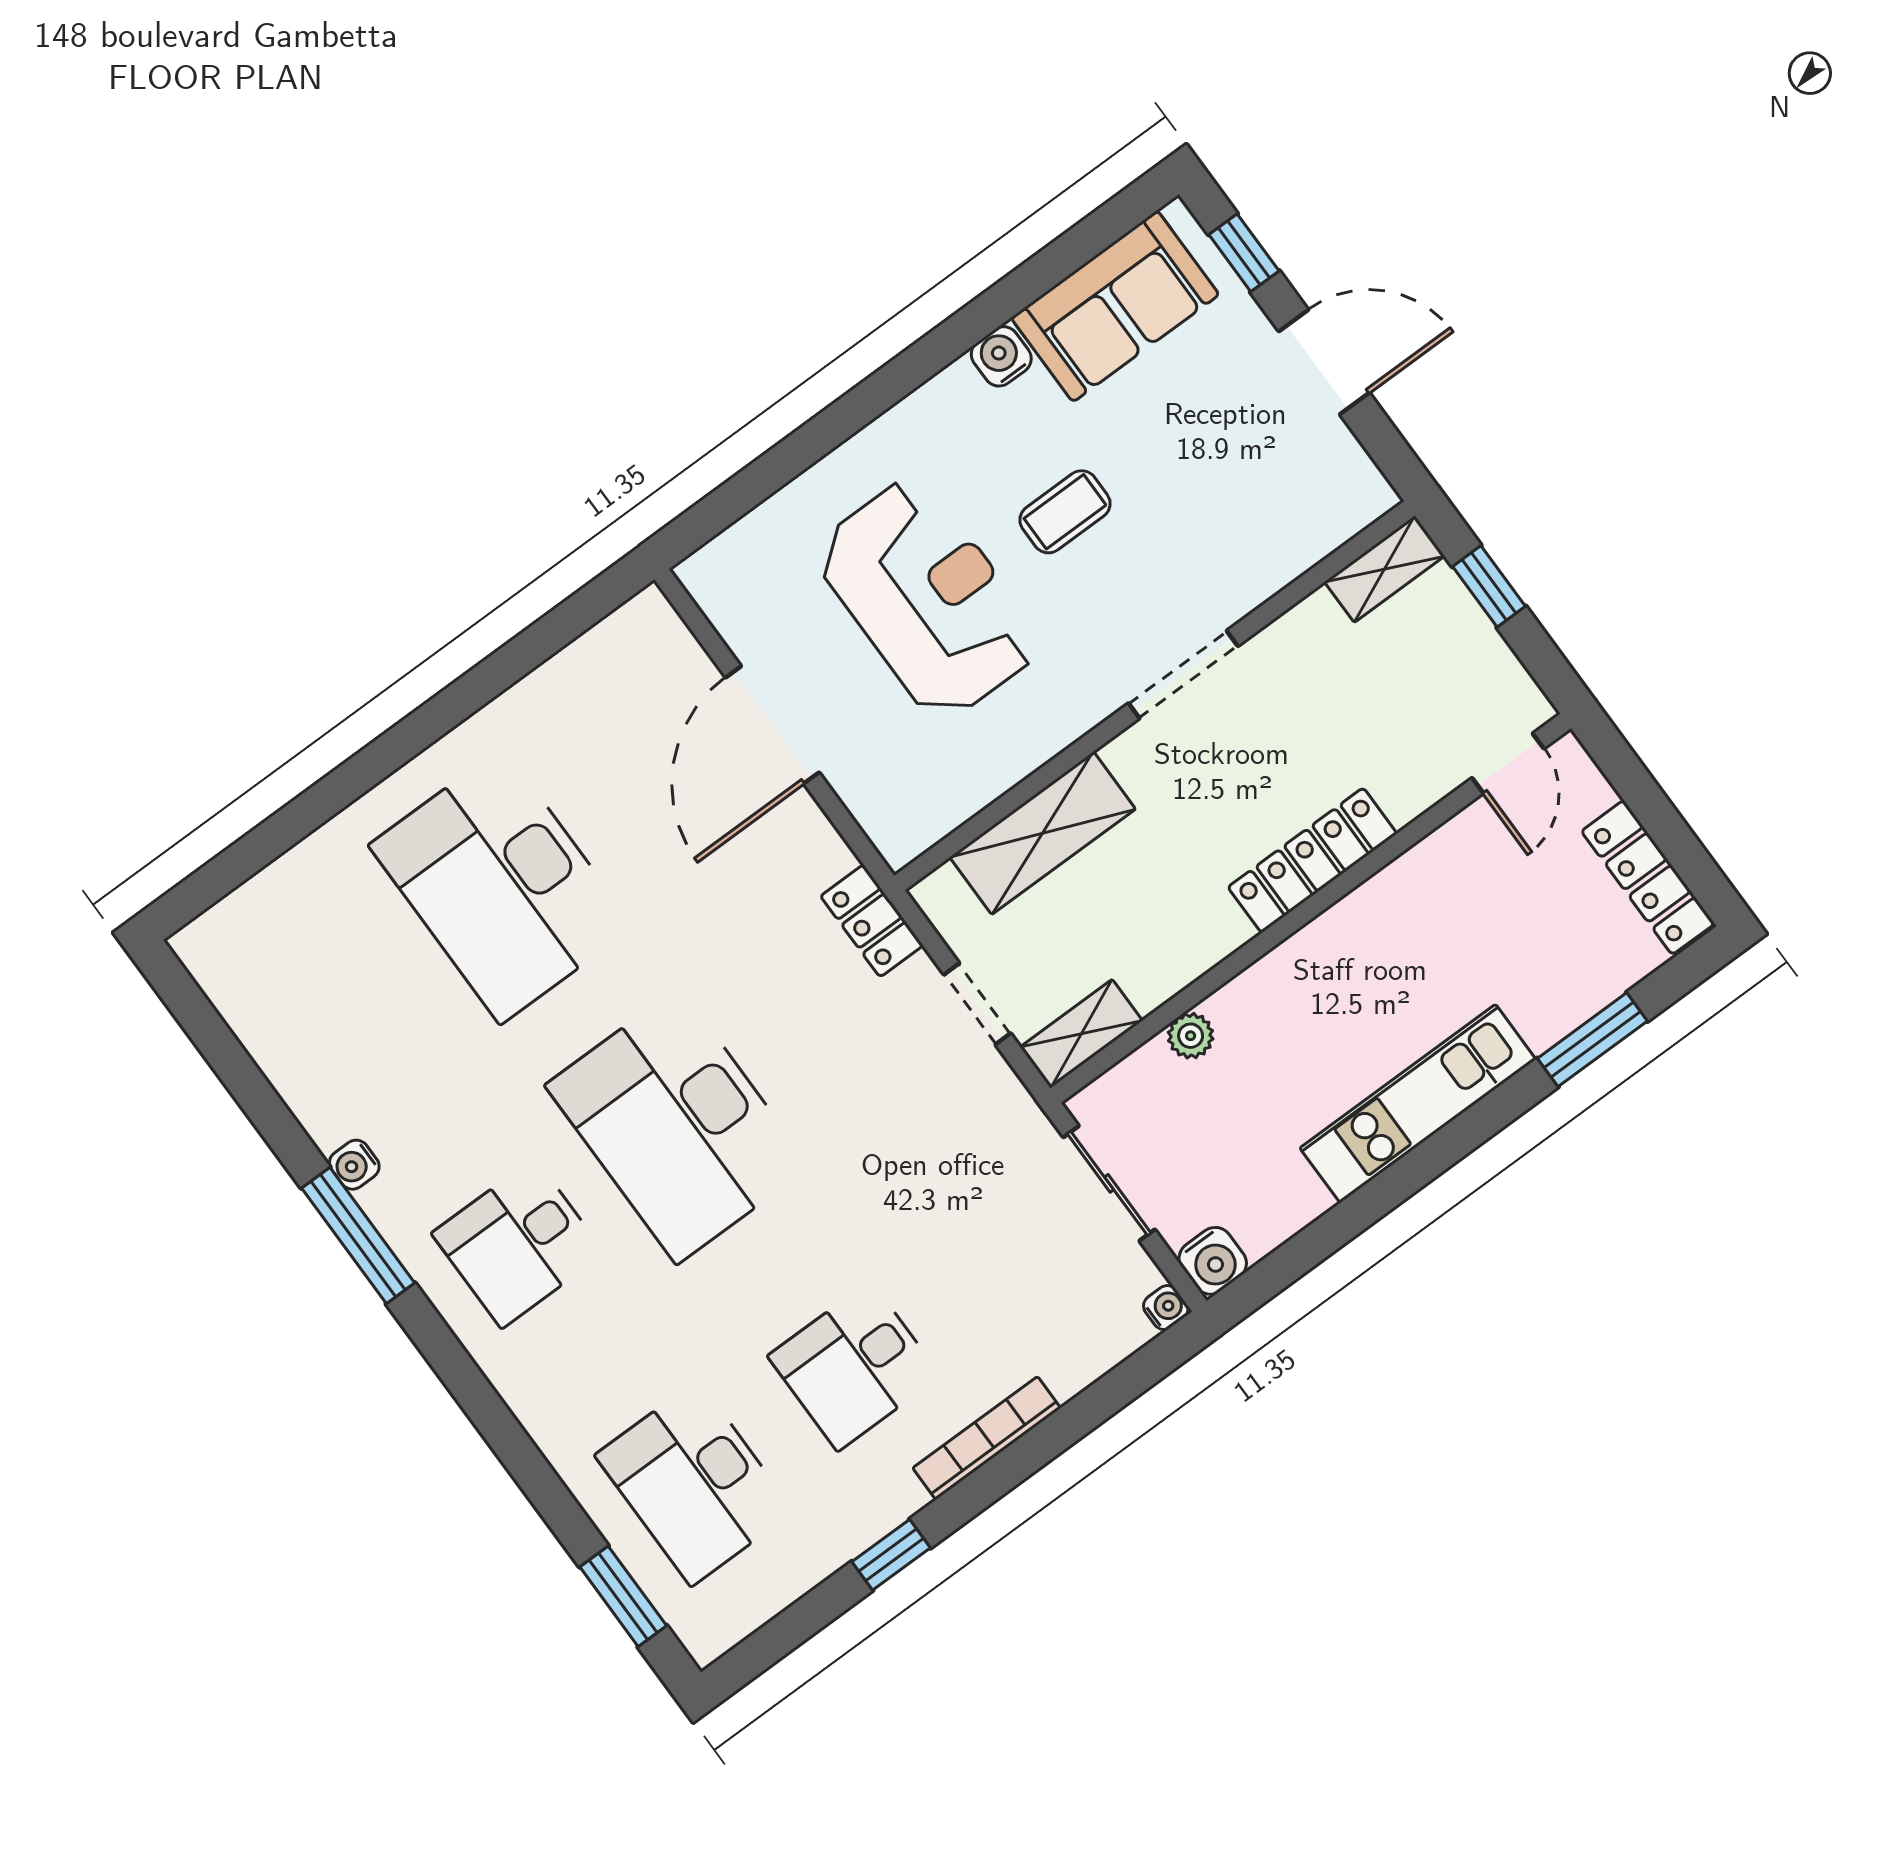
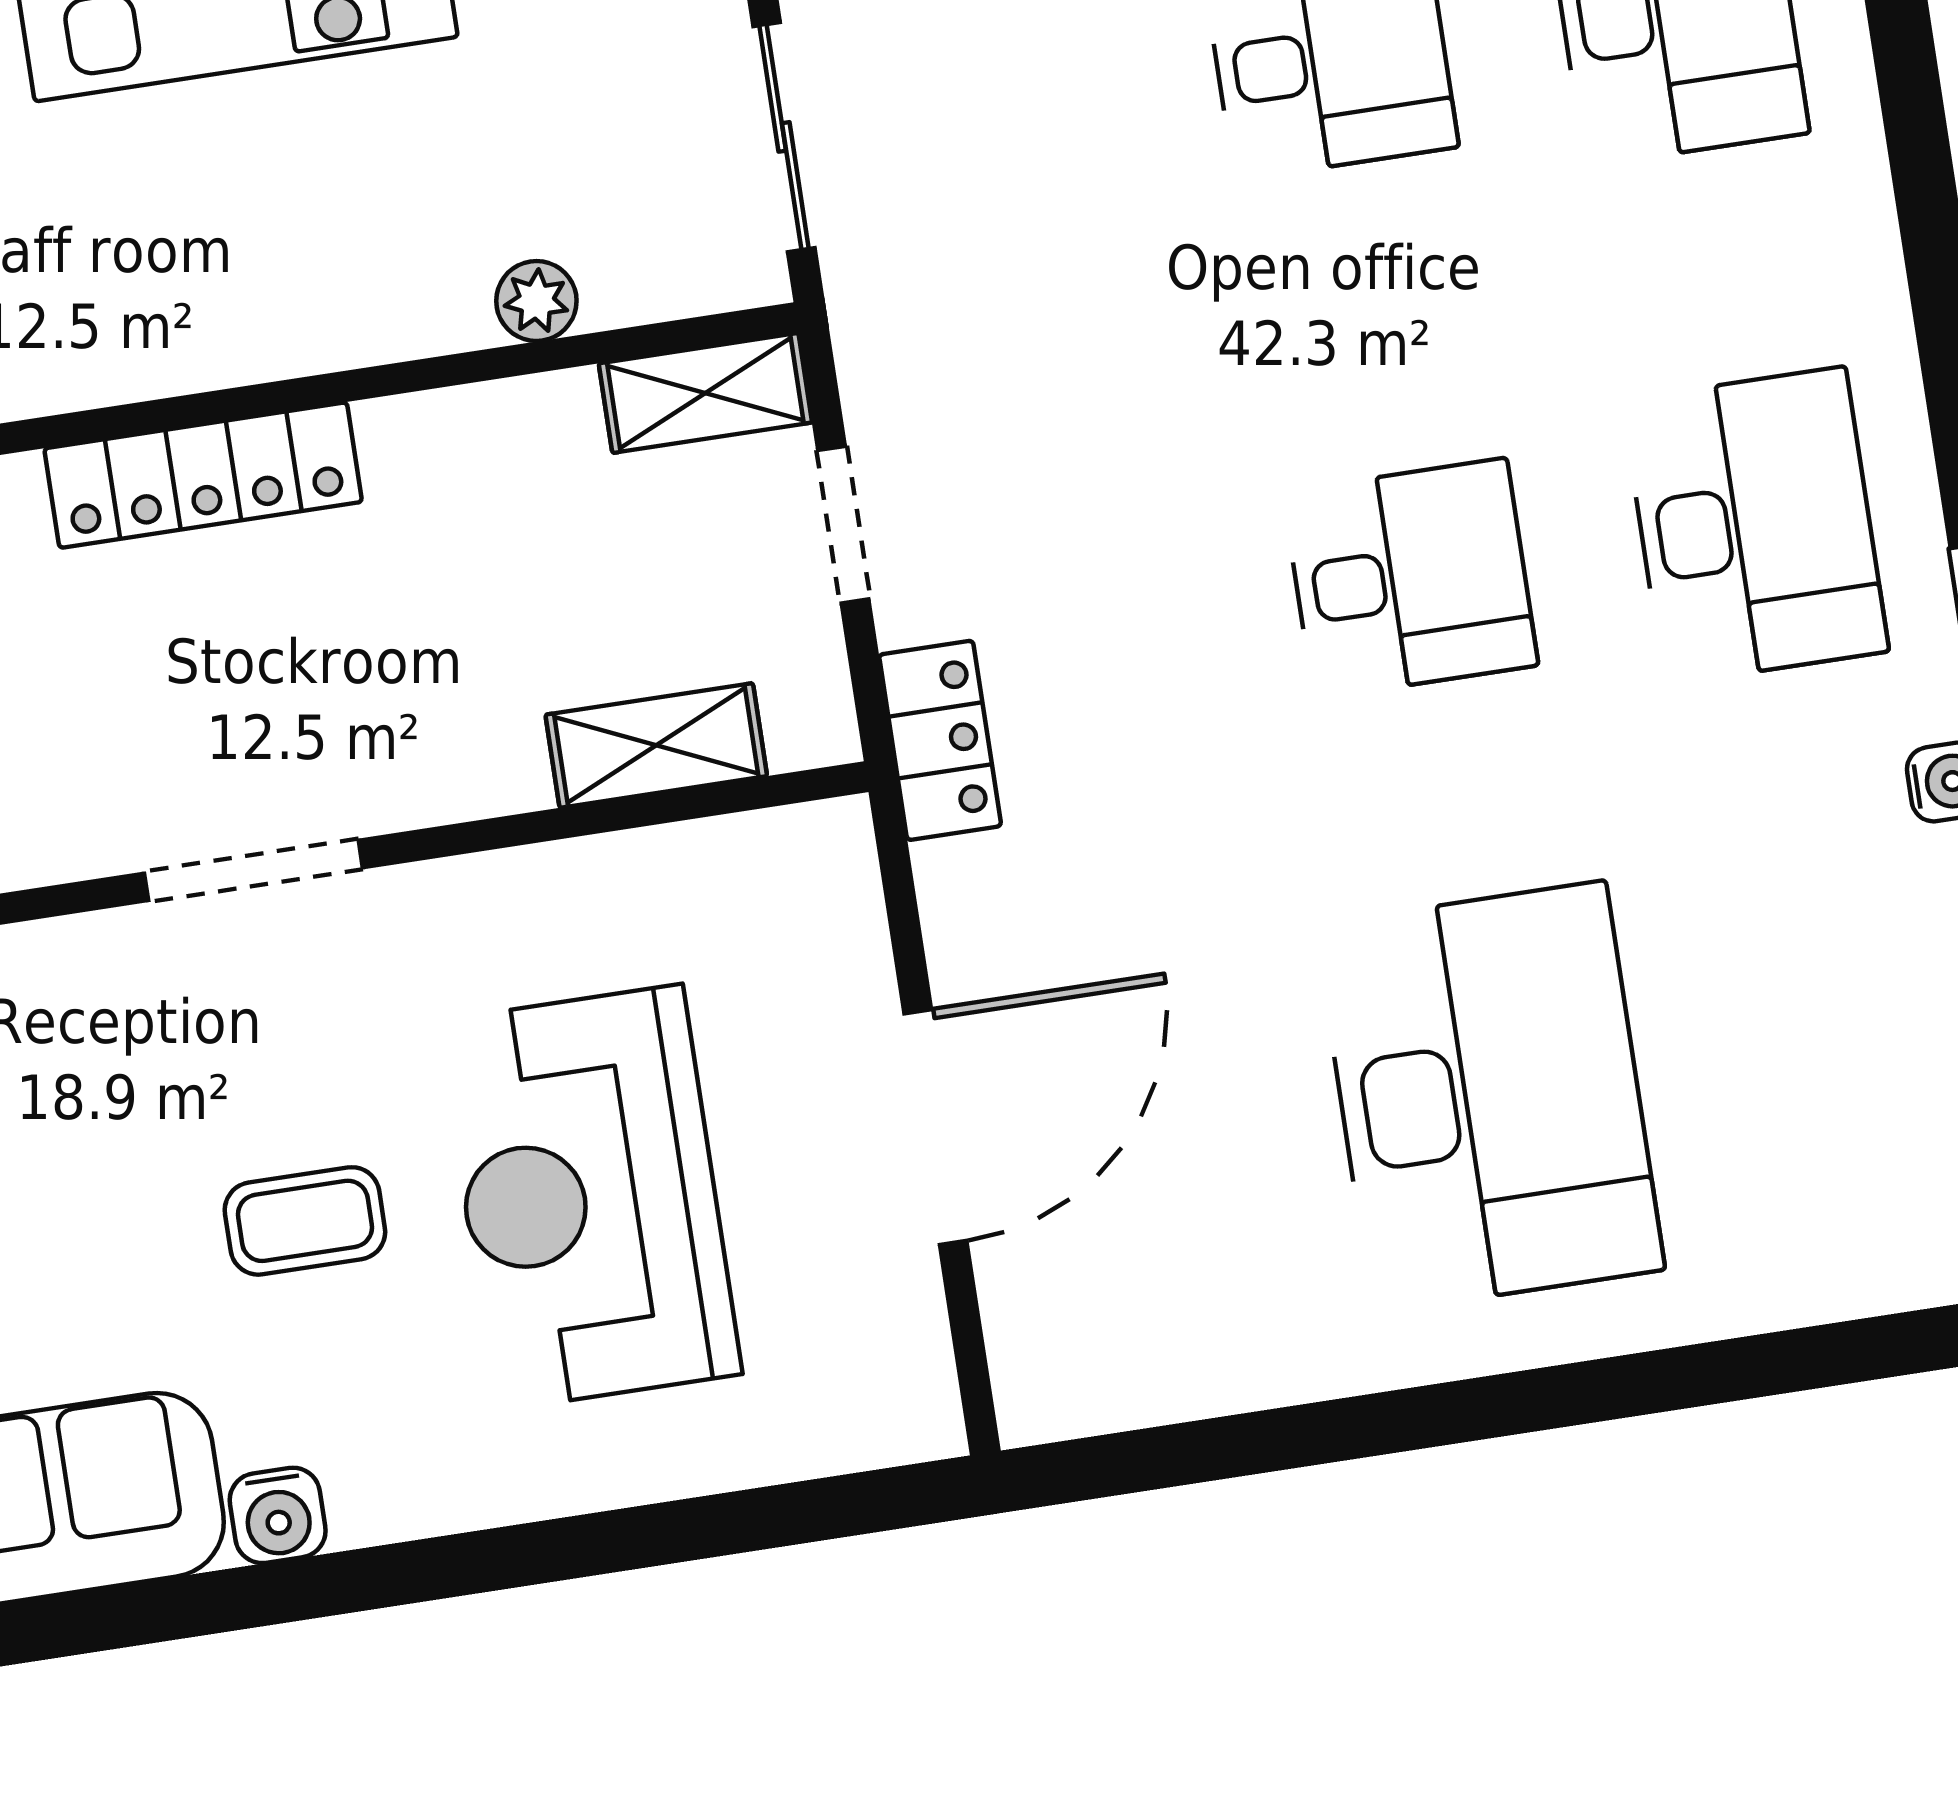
shelving: (1043, 833) -> (656, 745), width x0.67, depth x0.75
desk: (678, 1126) -> (1410, 579), width x0.53, depth x0.77
desk: (518, 1243) -> (1755, 526), width x1.37

